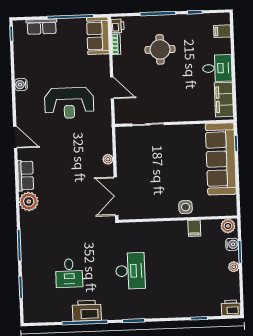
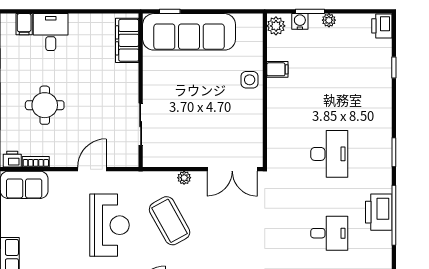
desk: (217, 68) -> (51, 32), moved
filing cabinet: (224, 100) -> (127, 40), moved, turned 90
coffee table: (74, 149) -> (170, 221), added
desk: (130, 271) -> (329, 154), turned 90

